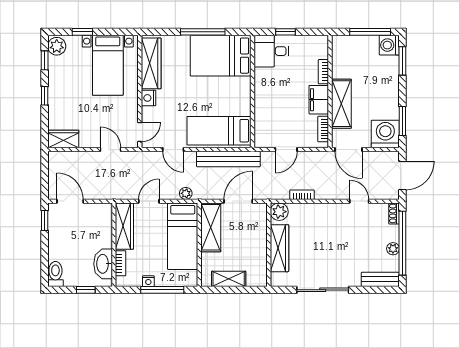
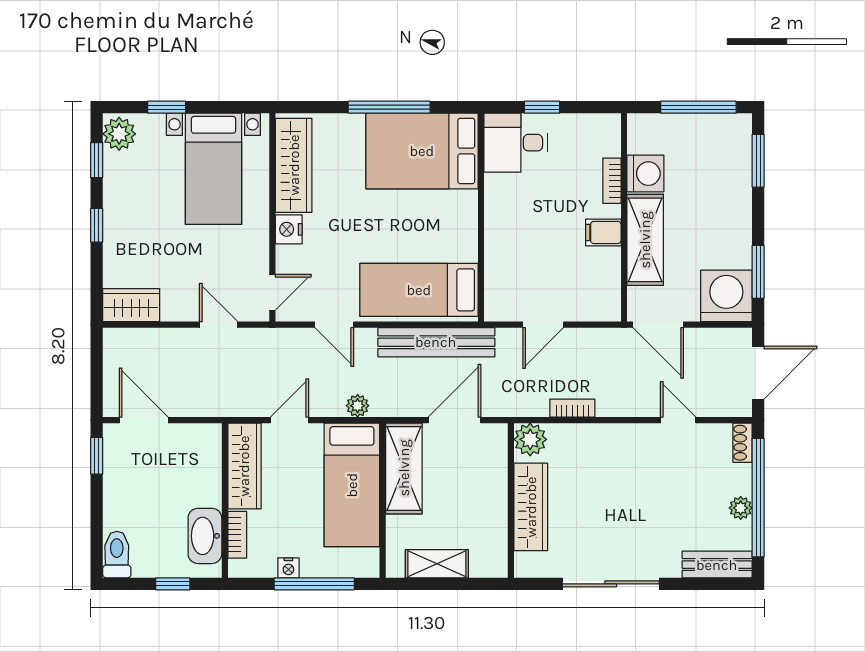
washing machine: (389, 45) -> (645, 174), moved, turned 180
filing cabinet: (319, 100) -> (603, 232), width x0.50
bookcase: (323, 129) -> (611, 287), removed

